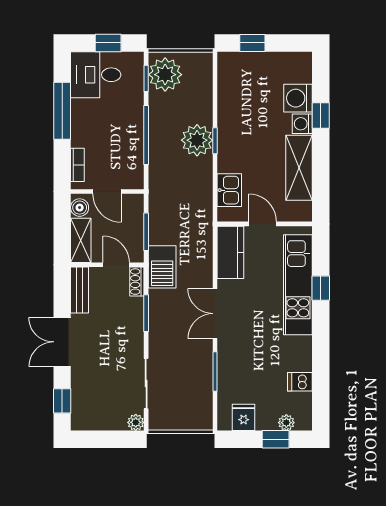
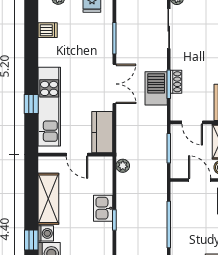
plant: (197, 140) -> (123, 166), moved, width x0.53, depth x0.53
kitchen sink: (229, 190) -> (103, 208), moved
barbecue: (162, 267) -> (156, 88), moved
shoe rack: (137, 282) -> (176, 82), moved

